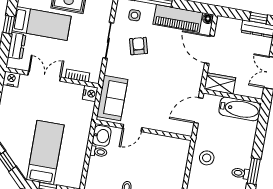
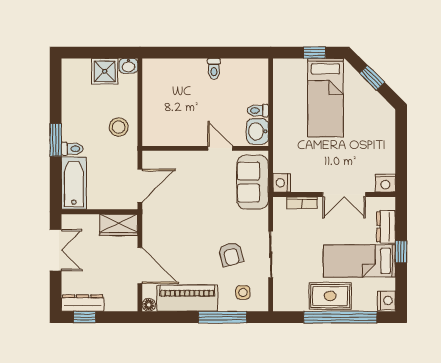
bathtub: (240, 109) -> (74, 183), moved, turned 90
door: (132, 128) -> (220, 148), hinge flipped
window: (254, 171) -> (56, 140), moved
toilet: (240, 173) -> (72, 149), moved

